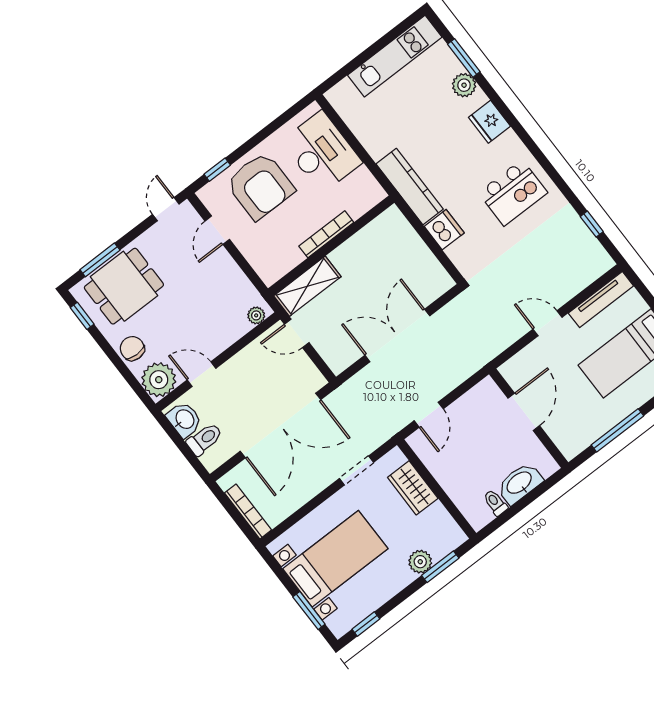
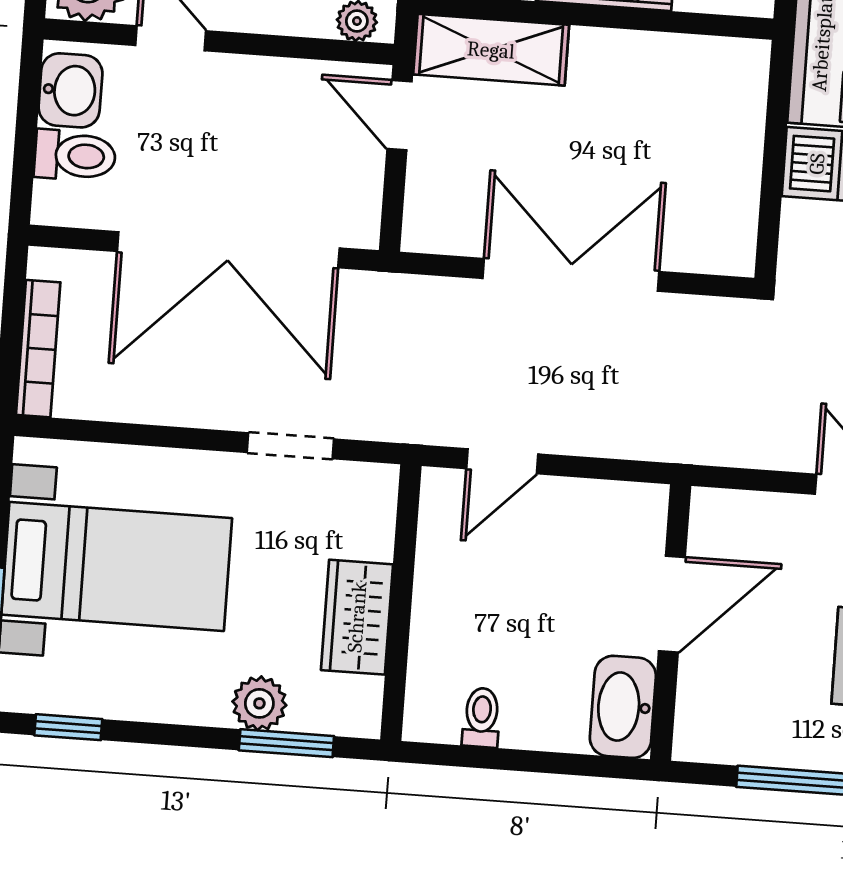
washbasin: (520, 483) -> (623, 707), moved, turned -90
wardrobe: (413, 488) -> (357, 617), moved

